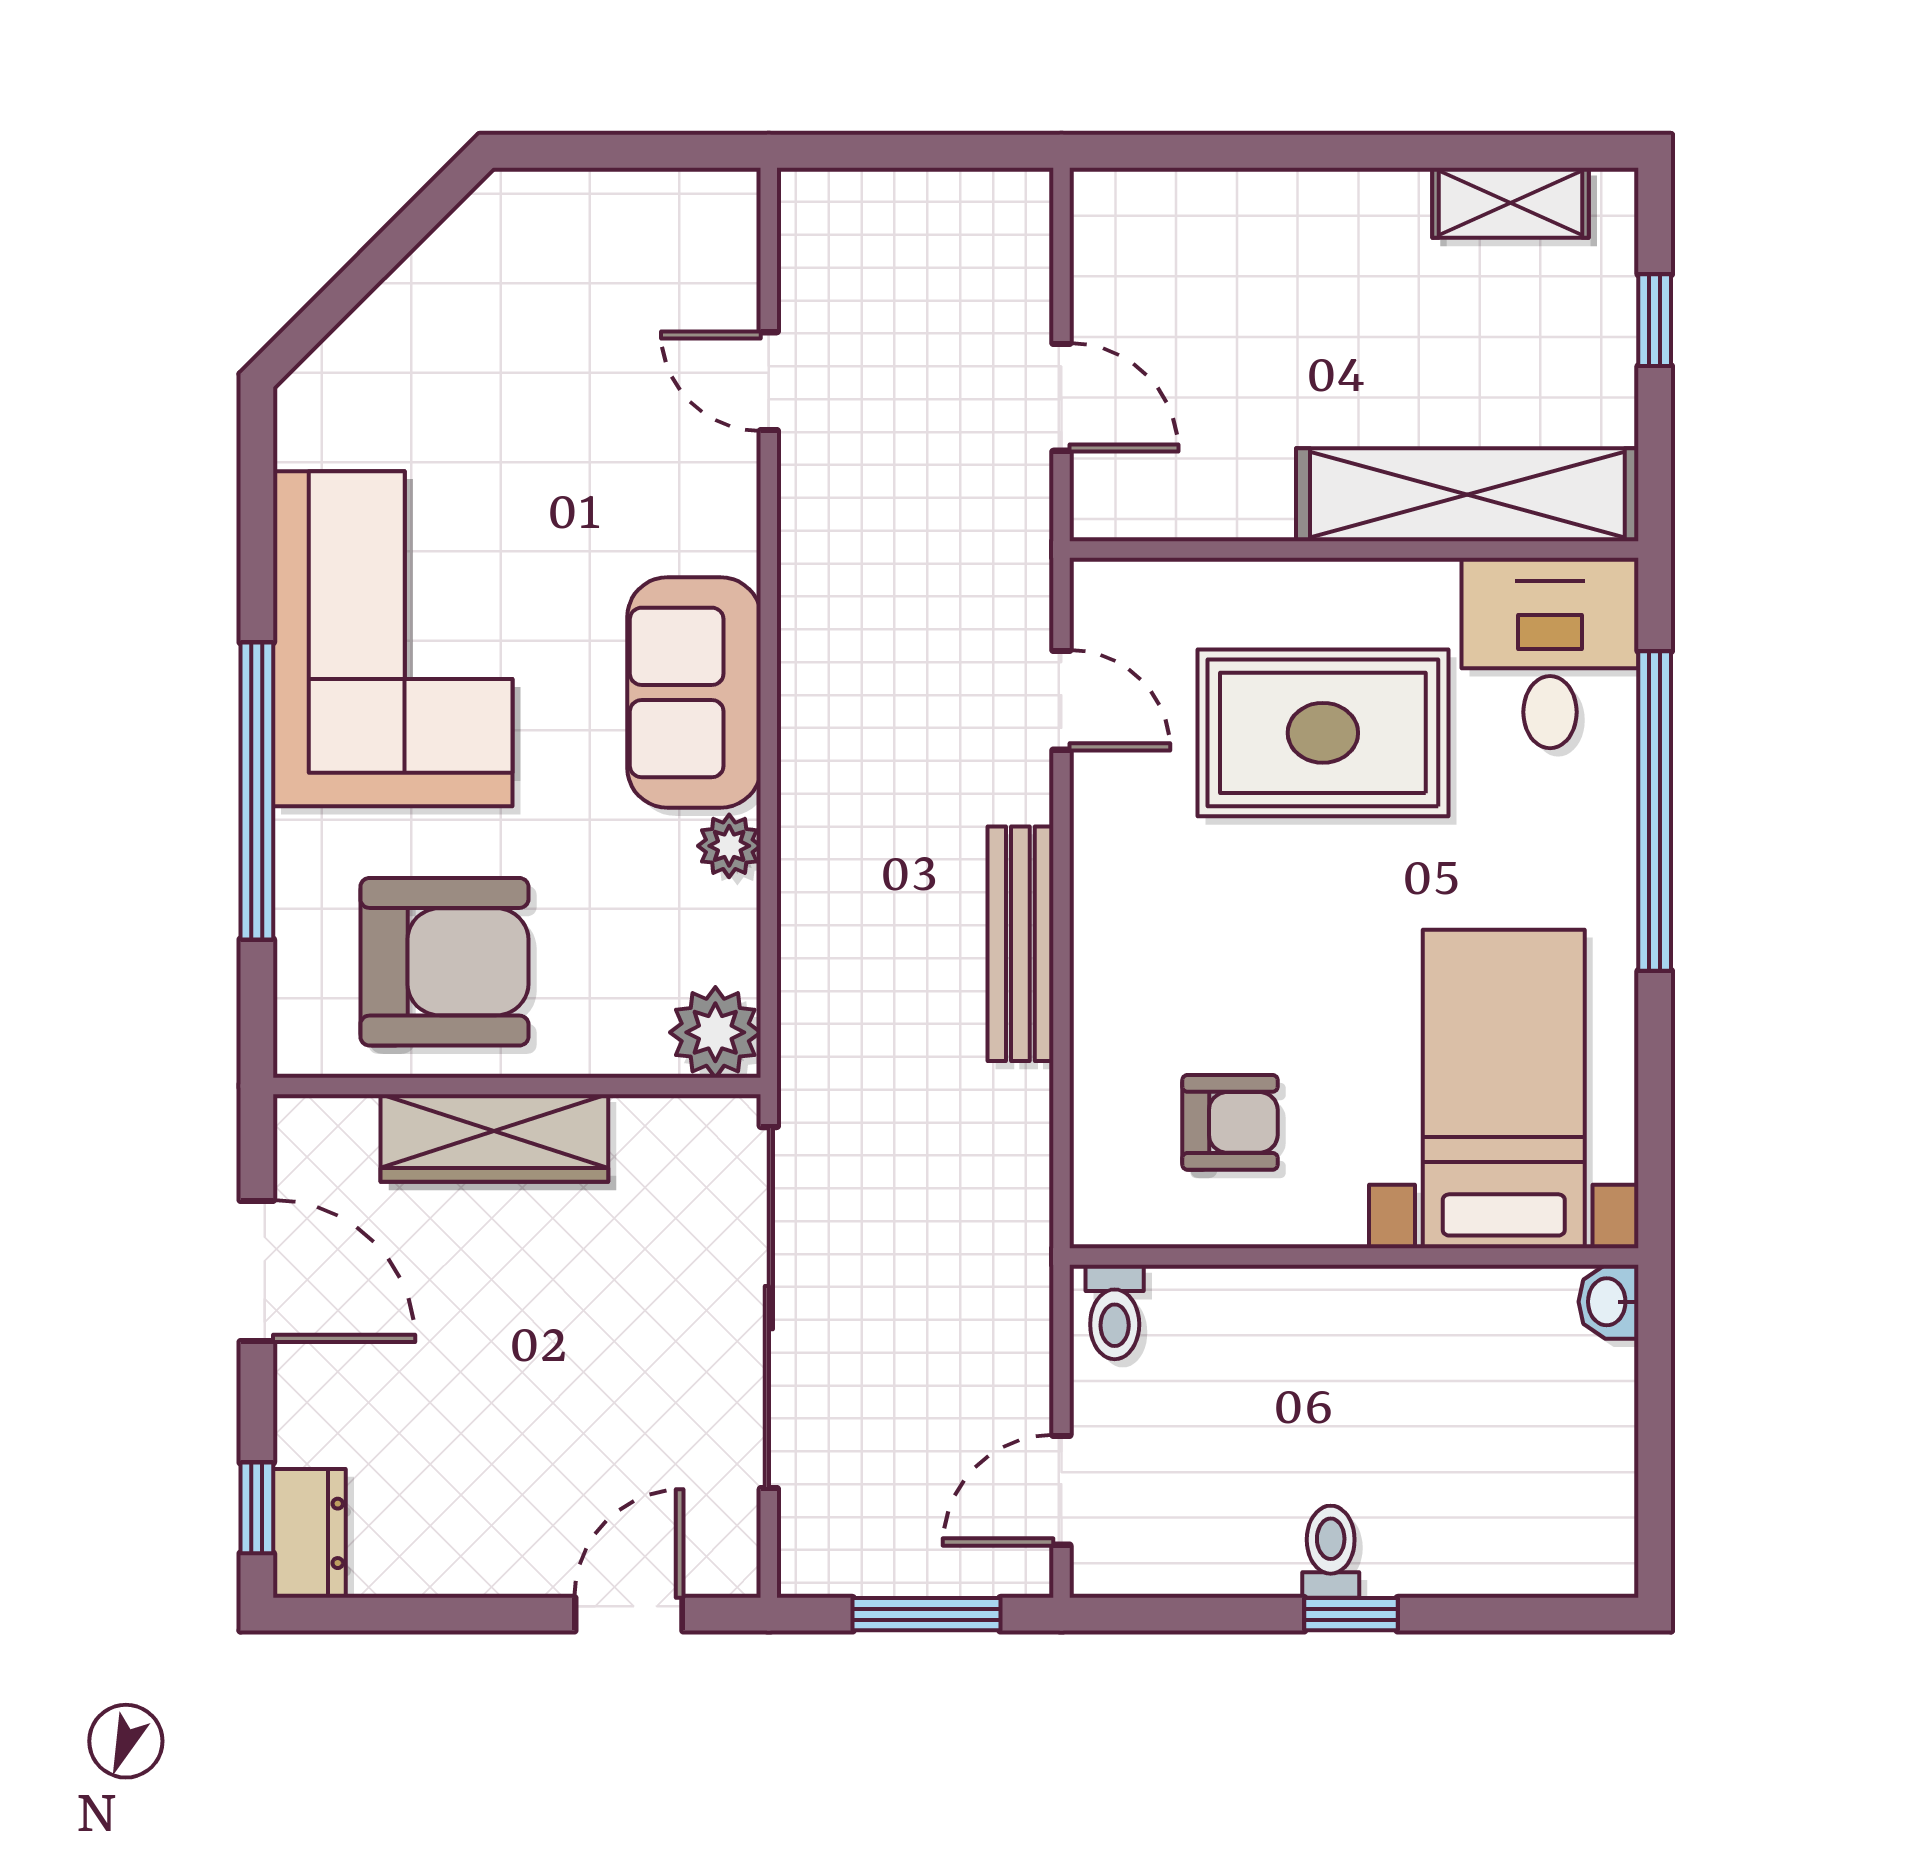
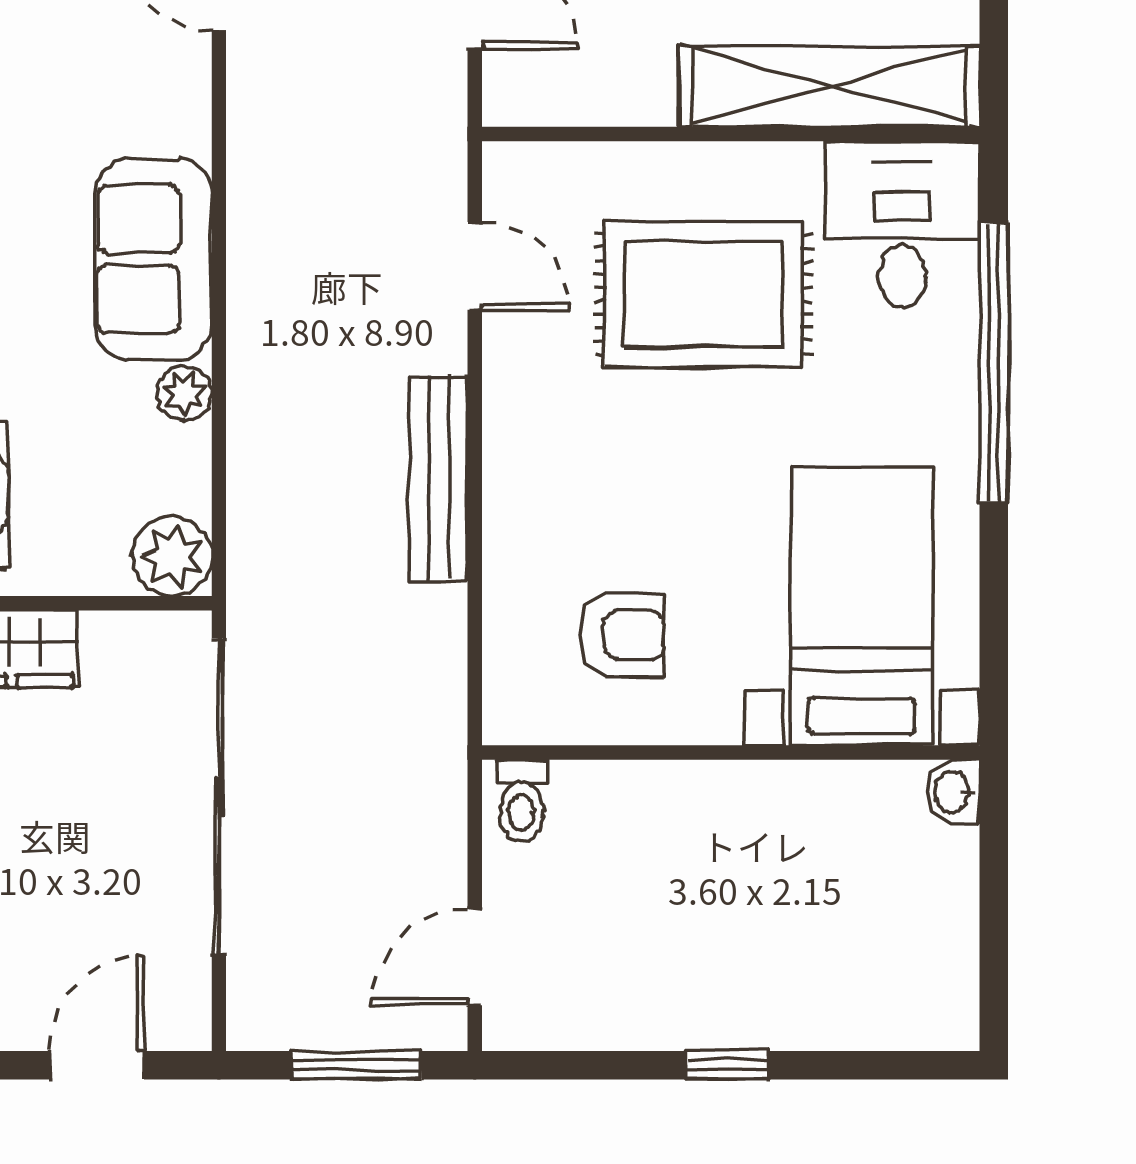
toilet: (1331, 1552) -> (710, 1011), removed

